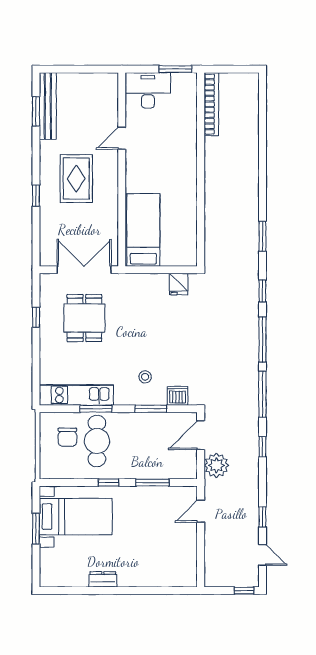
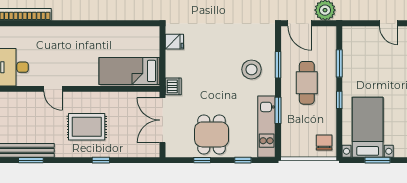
dining table: (84, 318) -> (212, 134), moved, turned 90
window: (36, 367) -> (243, 160), added
stool: (145, 377) -> (251, 69), width x1.89, depth x1.89
dishwasher: (178, 396) -> (173, 86), moved, turned 180
chair: (67, 437) -> (324, 142), moved, turned -90
cafe table: (97, 441) -> (307, 83), moved, turned 90
door: (201, 511) -> (389, 23), moved

